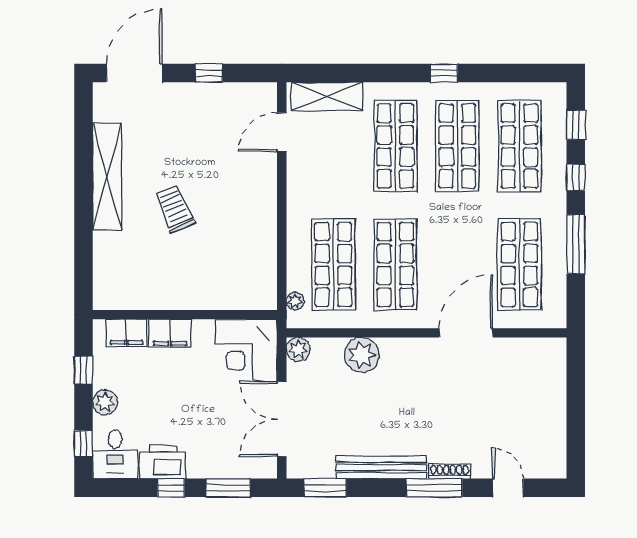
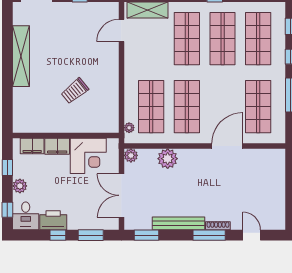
trolley: (175, 209) -> (75, 91), moved, turned -106
corner desk: (246, 350) -> (88, 156), moved, turned -90

